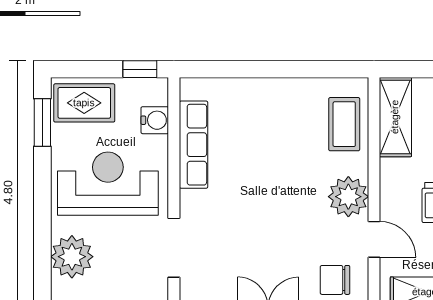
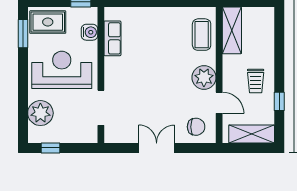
row of seats: (194, 145) -> (112, 38), width x0.68
chair: (335, 280) -> (196, 127), turned 180

